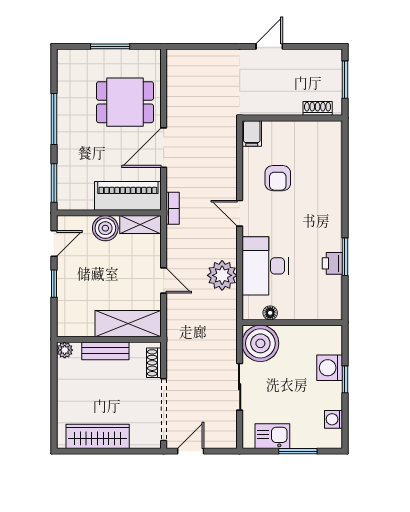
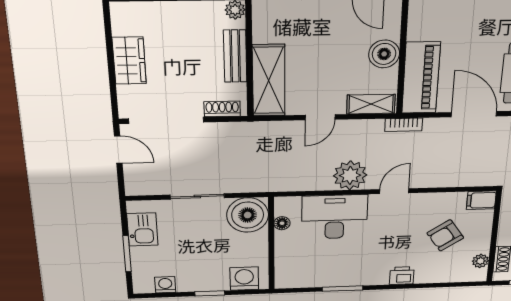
plant: (319, 128) -> (480, 261), added
armchair: (278, 178) -> (445, 235), moved, turned -34
shelving: (140, 225) -> (371, 104), moved, turned 90
printer: (332, 263) -> (402, 276), moved
plant: (222, 275) -> (350, 175), moved
washing machine: (330, 368) -> (244, 279), moved
wardrobe: (98, 436) -> (129, 61), width x0.67

